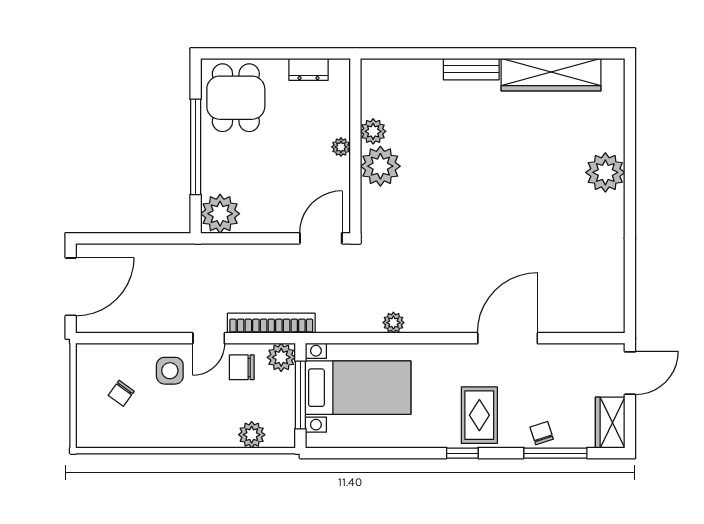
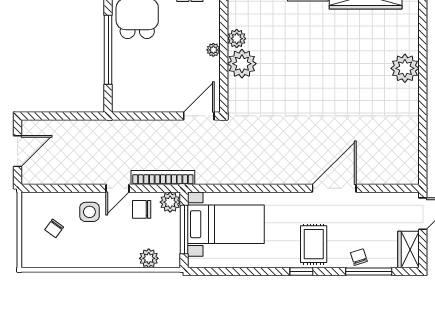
plant: (220, 214) -> (126, 98), removed
door: (71, 287) -> (18, 151), width x0.73
plant: (393, 323) -> (251, 177), removed

